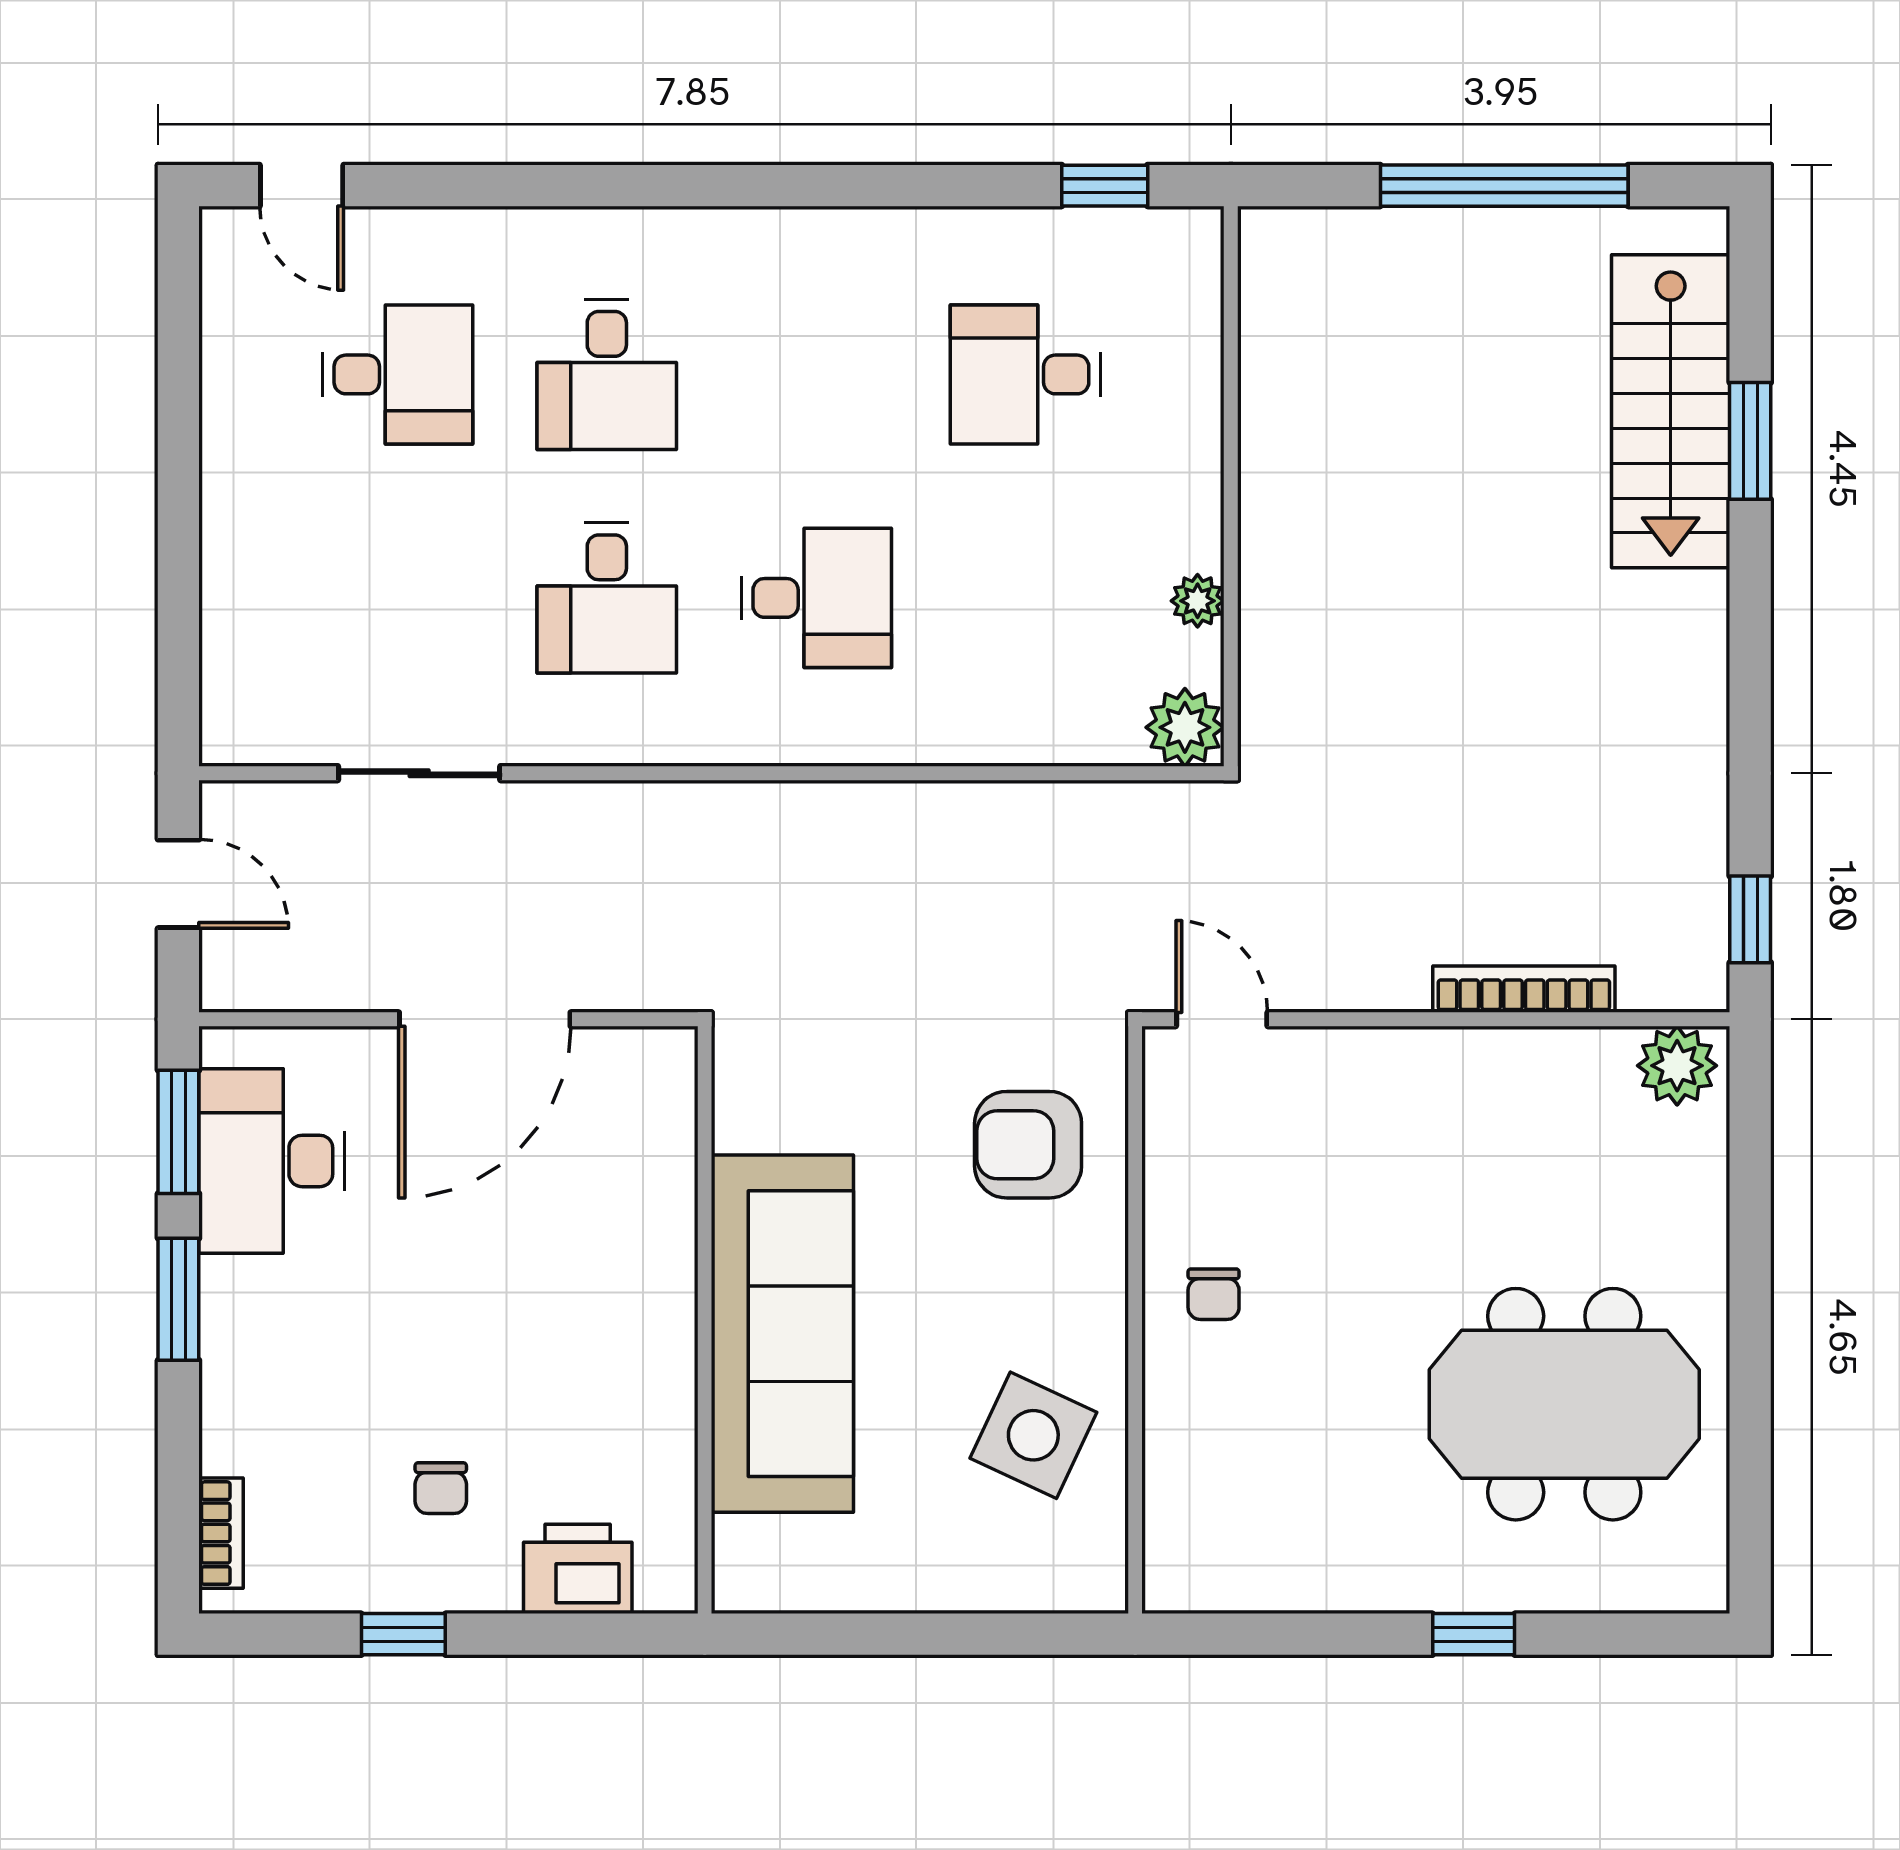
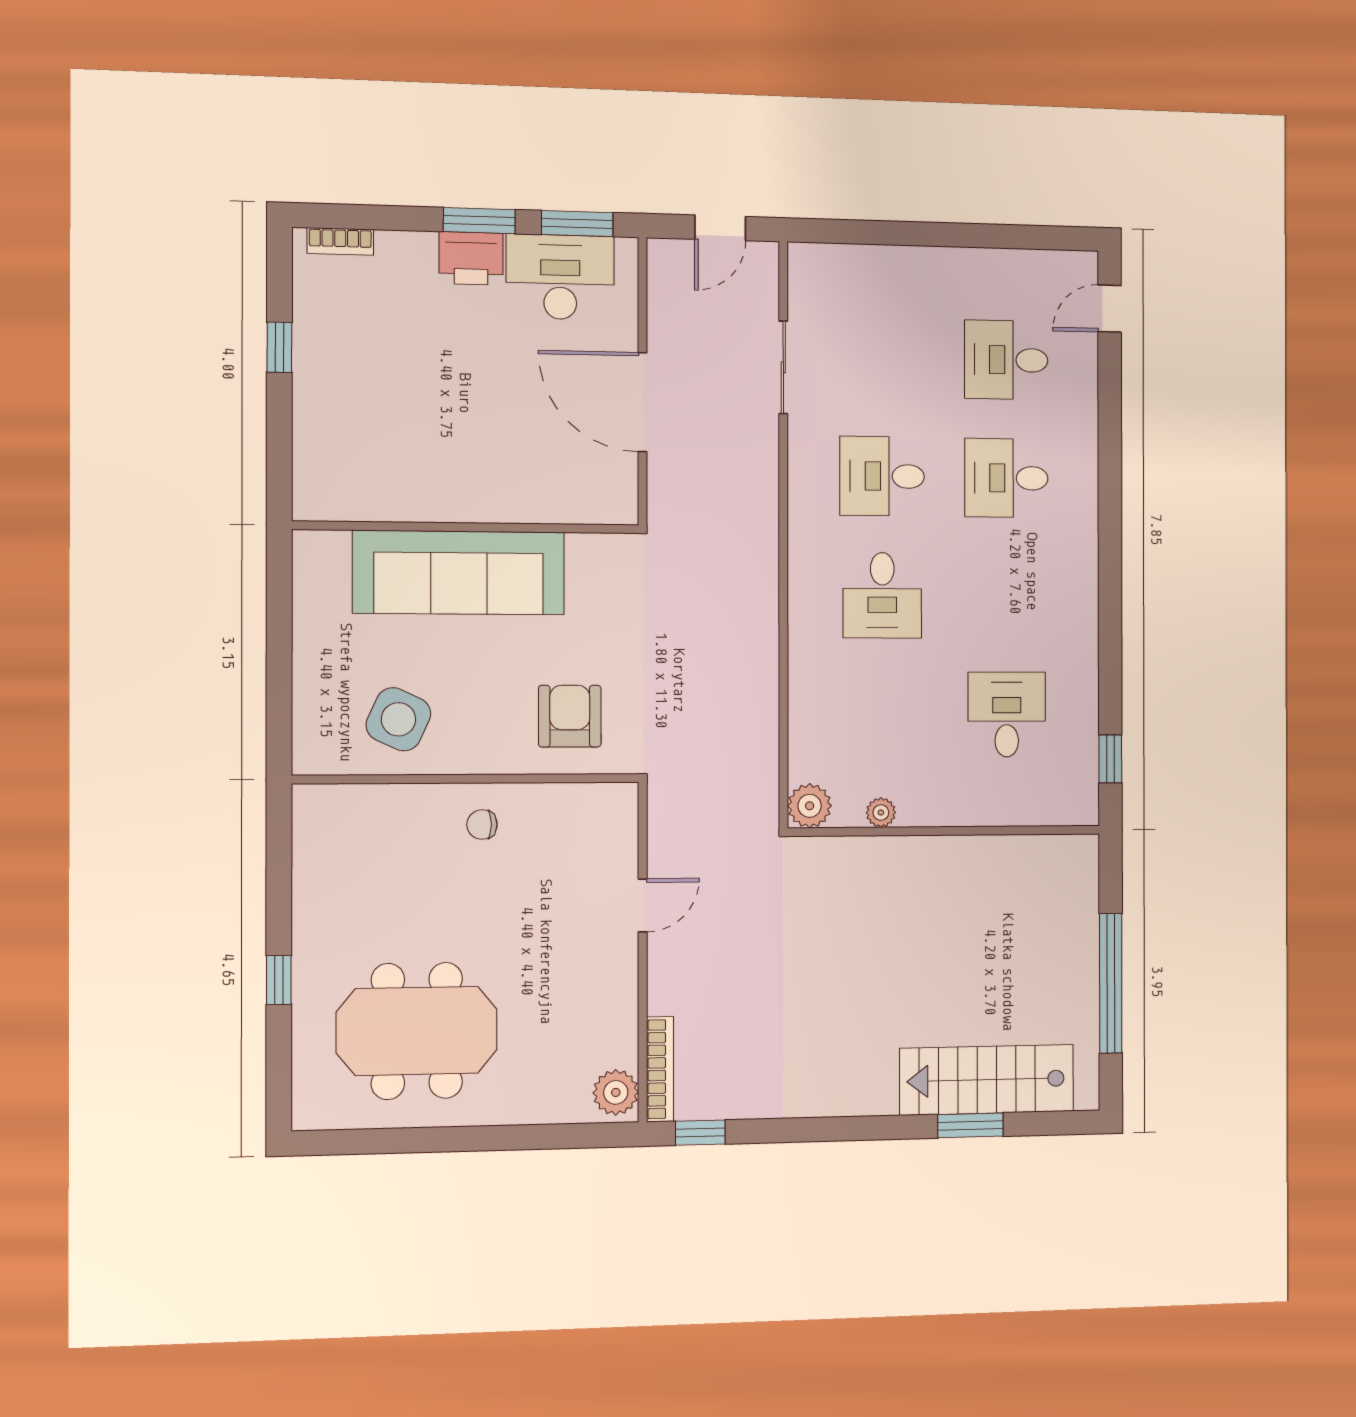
desk: (397, 374) -> (1006, 360), turned 90
bookcase: (1524, 989) -> (660, 1069), moved
door: (1222, 1019) -> (643, 905), moved
meeting table: (1564, 1404) -> (417, 1031), turned 90
chair: (441, 1488) -> (367, 371), removed
printer: (578, 1569) -> (471, 258), moved, turned 90

